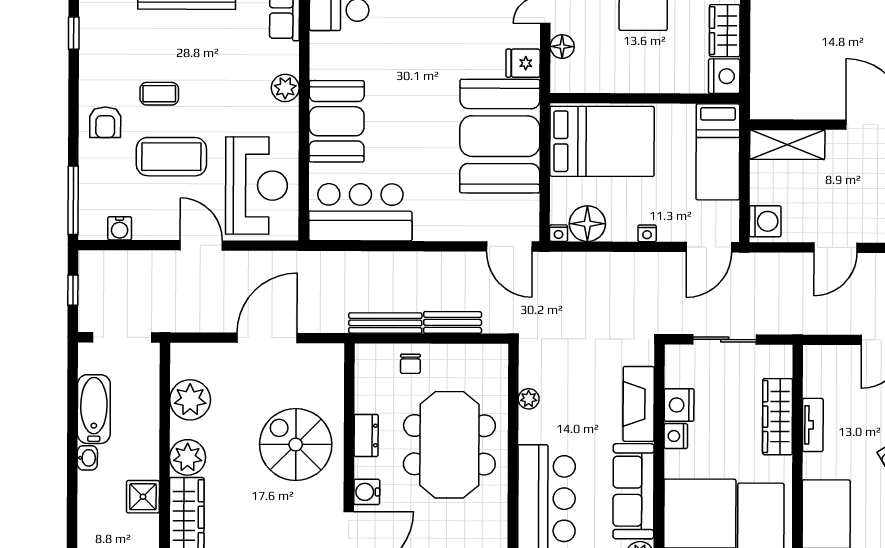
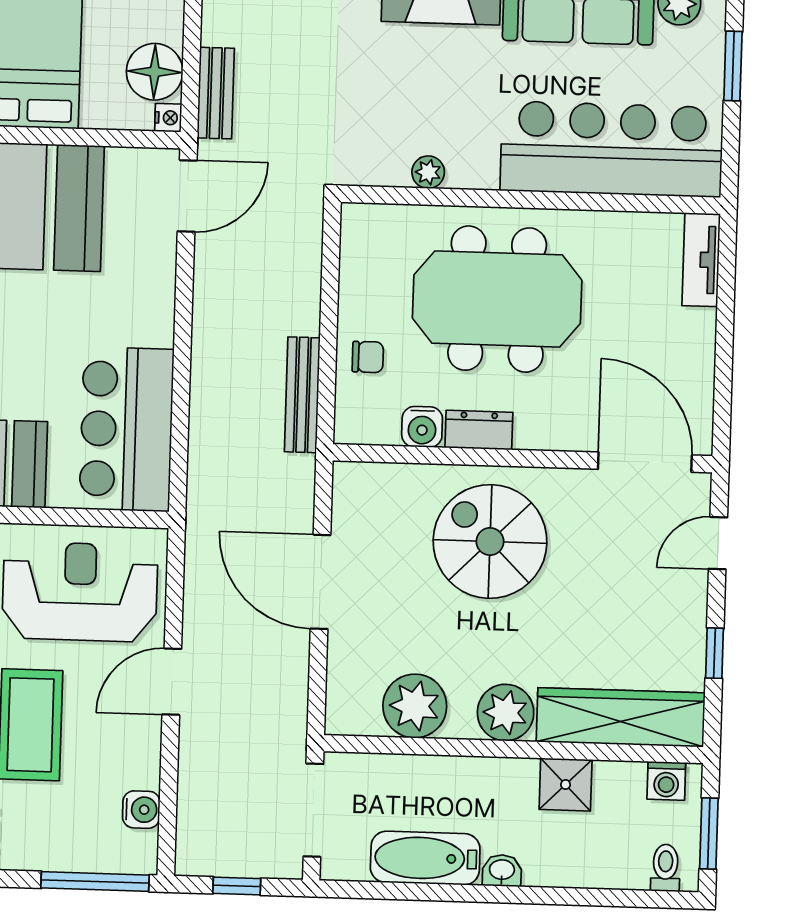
bench: (453, 322) -> (216, 93), moved
spiral stairs: (296, 445) -> (490, 541), turned 90
water cooler: (367, 492) -> (422, 427), moved

